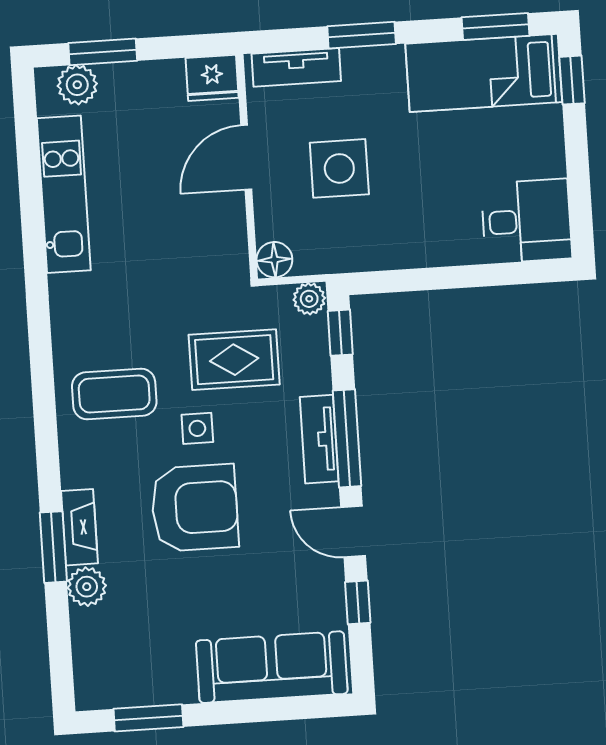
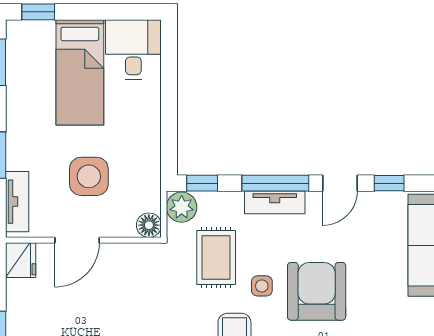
bed: (484, 73) -> (80, 72), moved
door: (246, 157) -> (77, 240), hinge flipped
plant: (309, 299) -> (182, 207), width x1.38, depth x1.38

